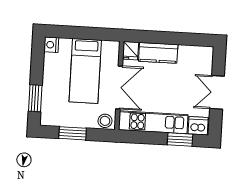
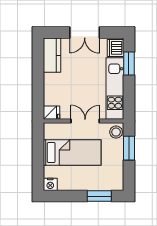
kitchen counter: (158, 53) -> (52, 55), moved
double door: (119, 87) -> (85, 121), width x0.73
window: (73, 133) -> (129, 148), moved

